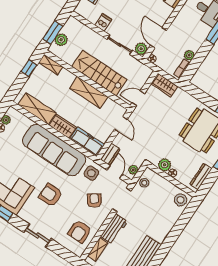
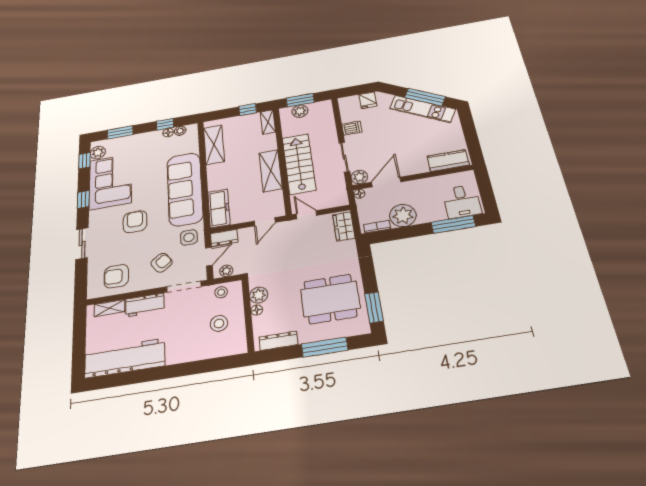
plant: (189, 55) -> (403, 215), width x1.87, depth x1.87
wardrobe: (63, 126) -> (216, 177), removed
stool: (180, 200) -> (219, 323), moved

